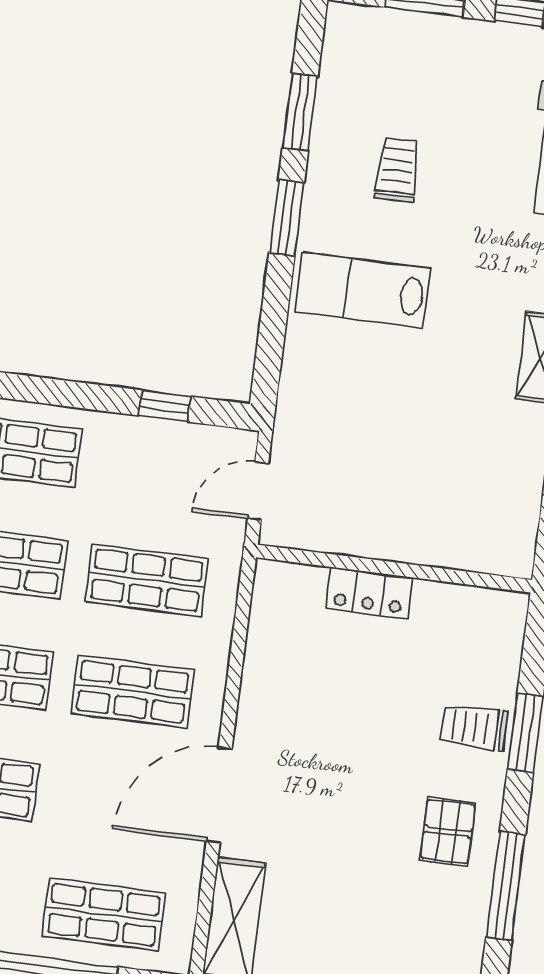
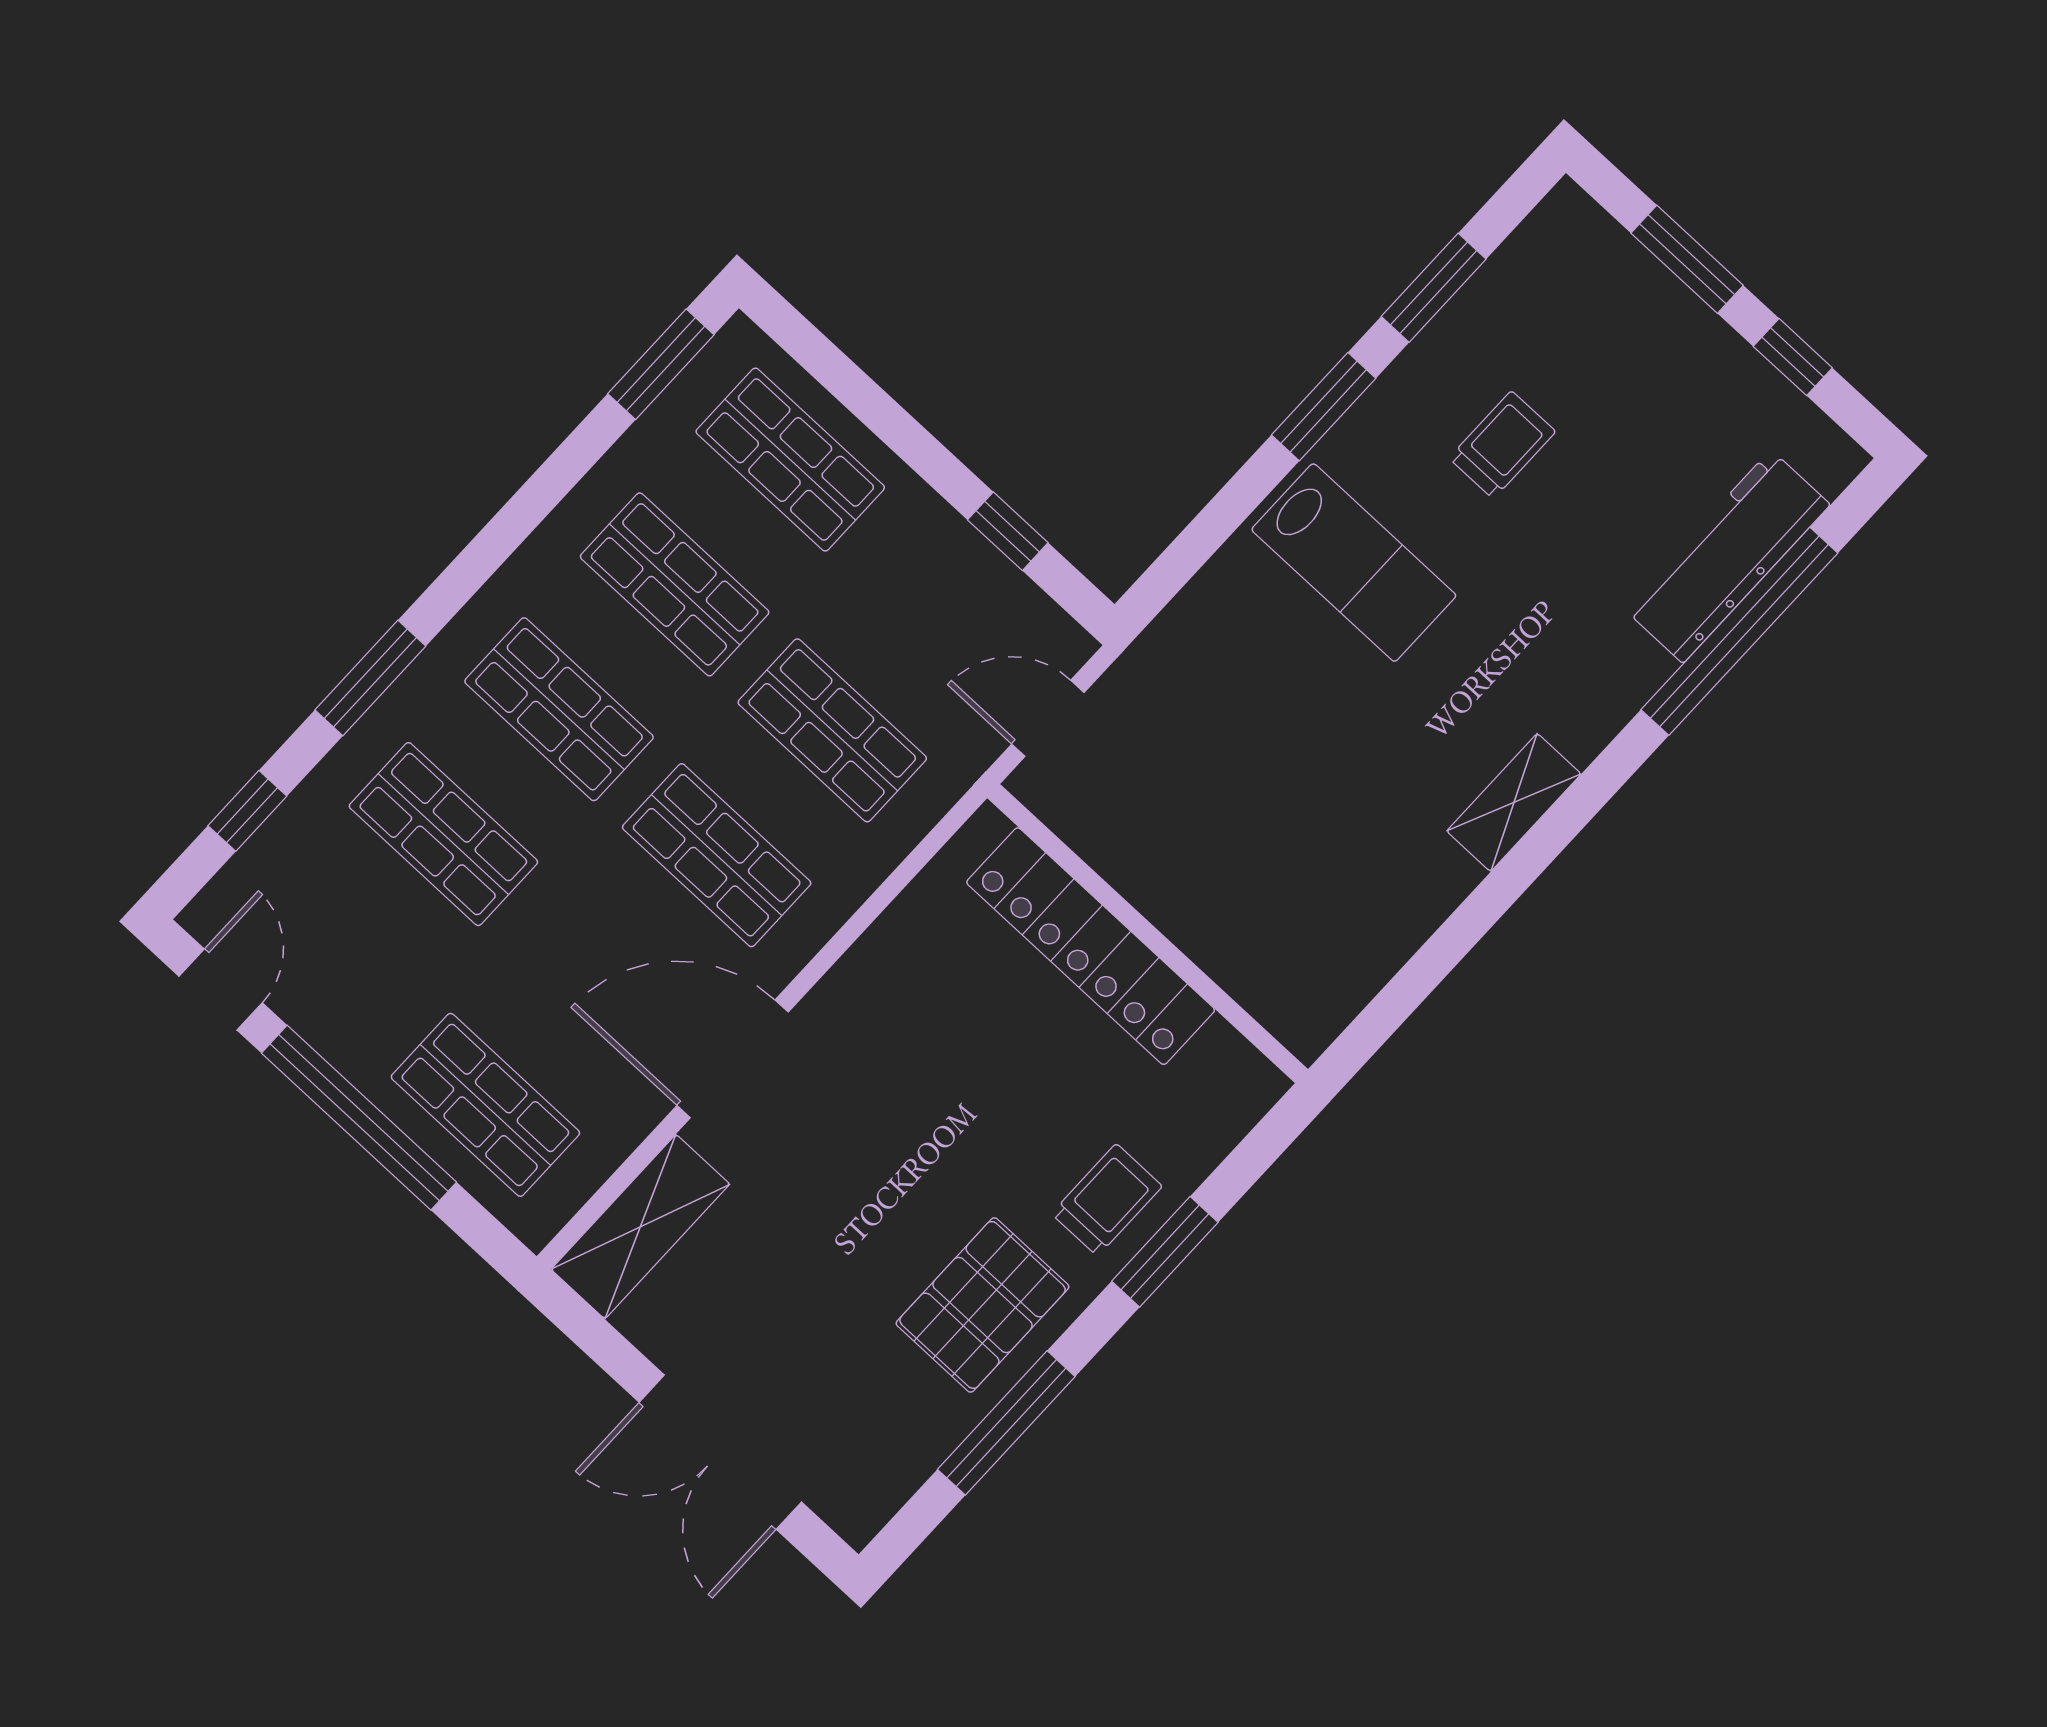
lab bench: (363, 290) -> (1354, 563), turned 180
locker: (369, 593) -> (1091, 946), width x2.16, depth x1.21
trolley: (474, 727) -> (1107, 1200), turned 90
pallet: (448, 832) -> (982, 1305), width x1.50, depth x1.42

